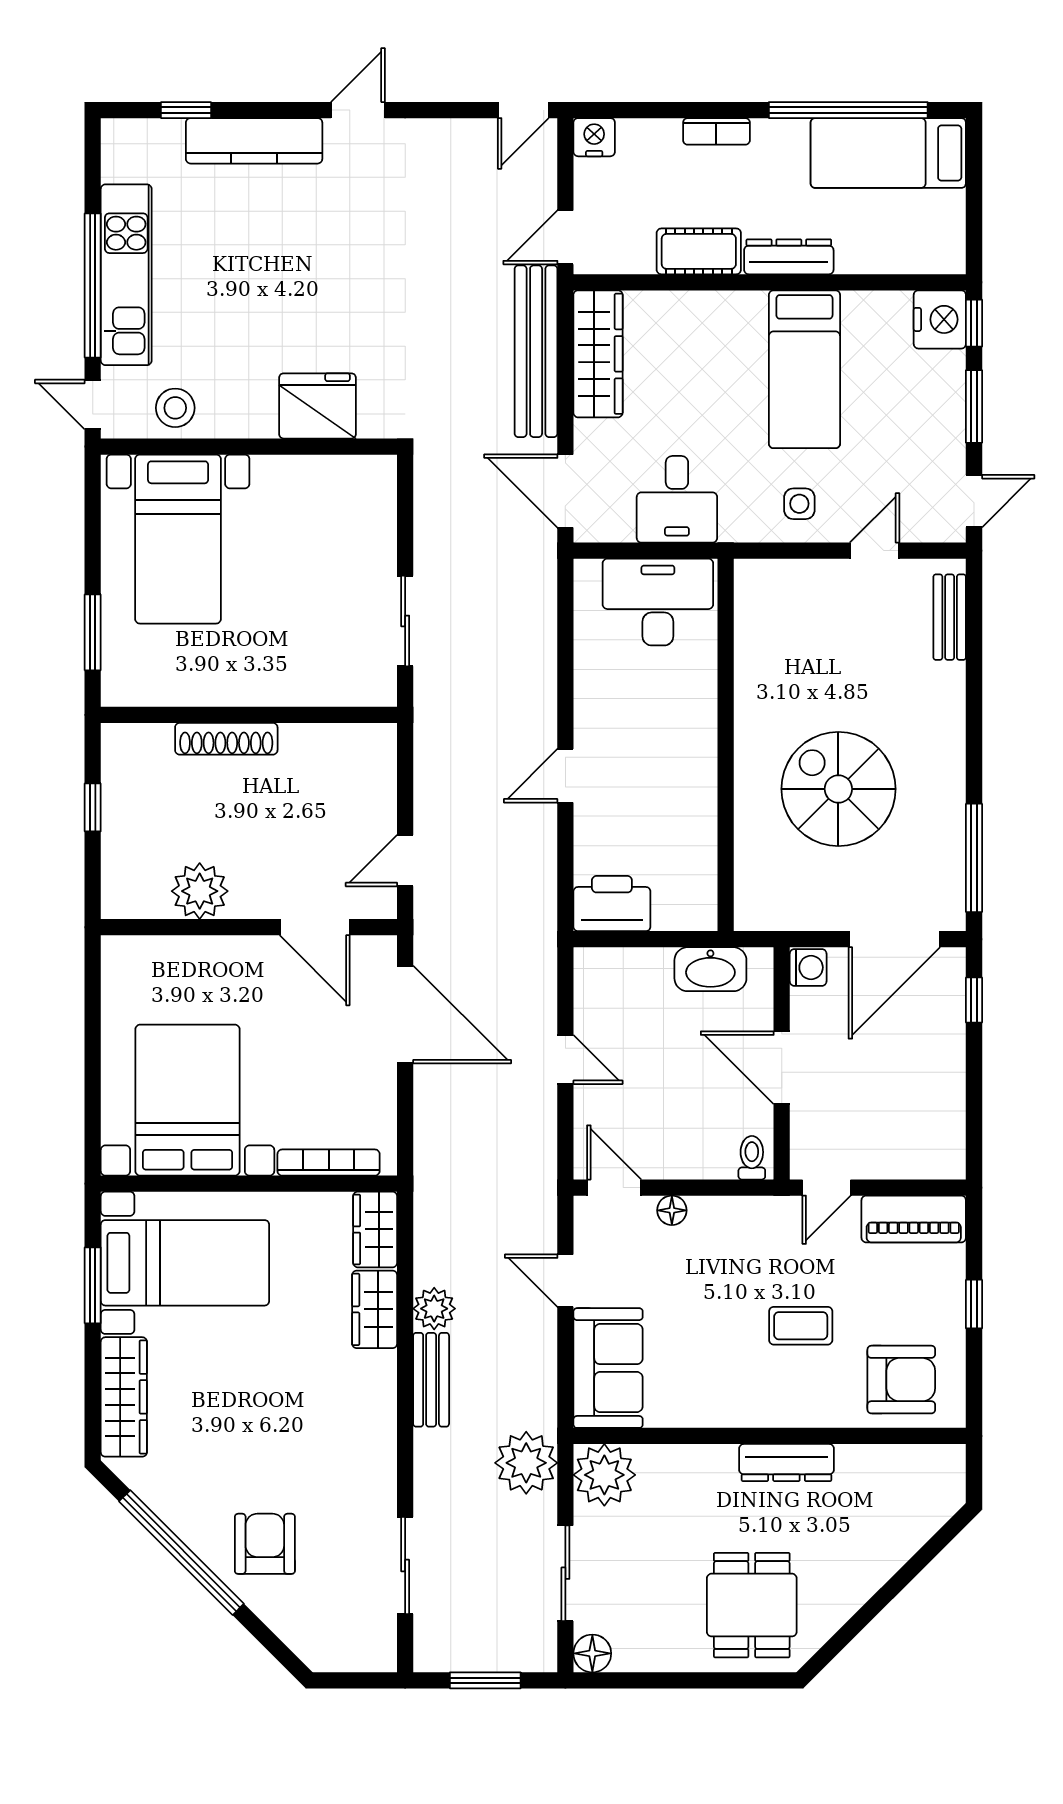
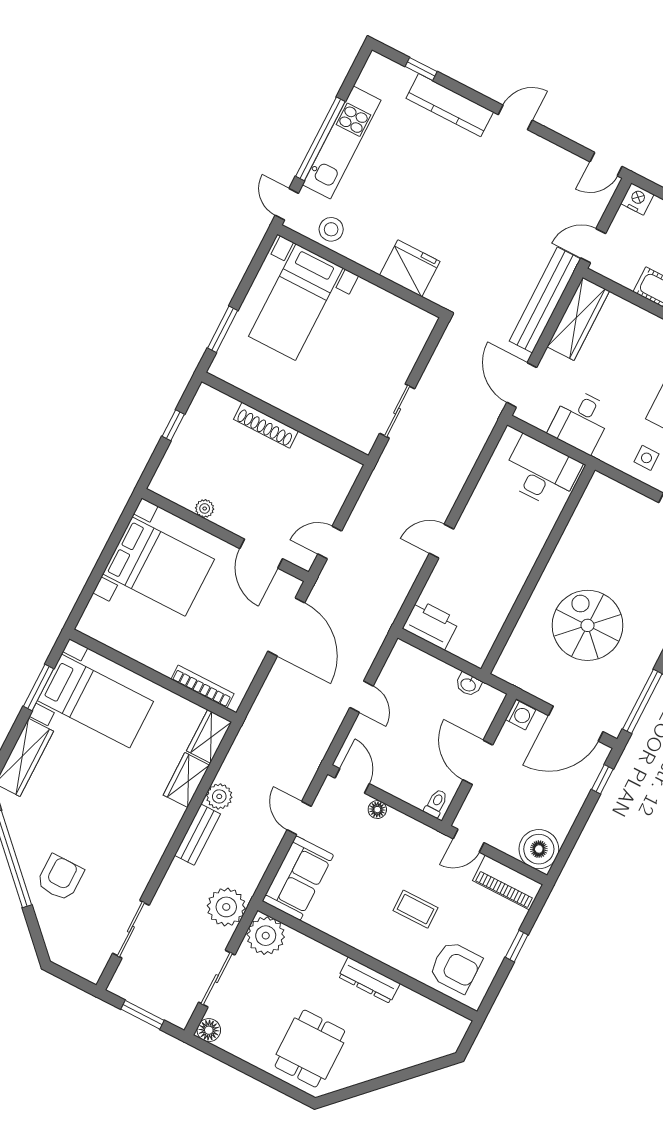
plant: (200, 891) -> (205, 508), width x0.53, depth x0.53
washbasin: (710, 969) -> (468, 684), width x0.52, depth x0.69
bed with nightstands: (187, 1100) -> (159, 566), moved, turned 90
boiler: (934, 1148) -> (539, 849), added

